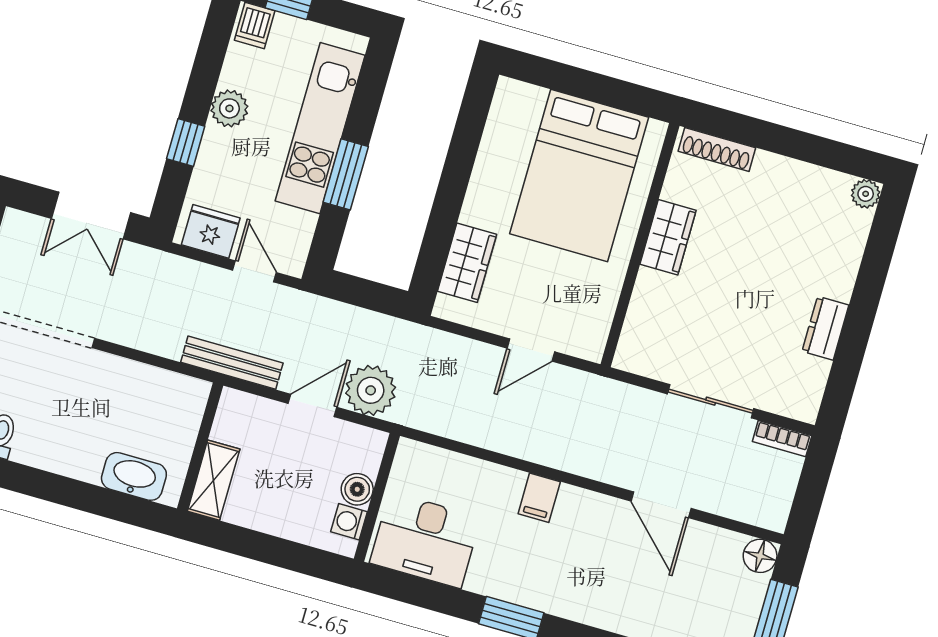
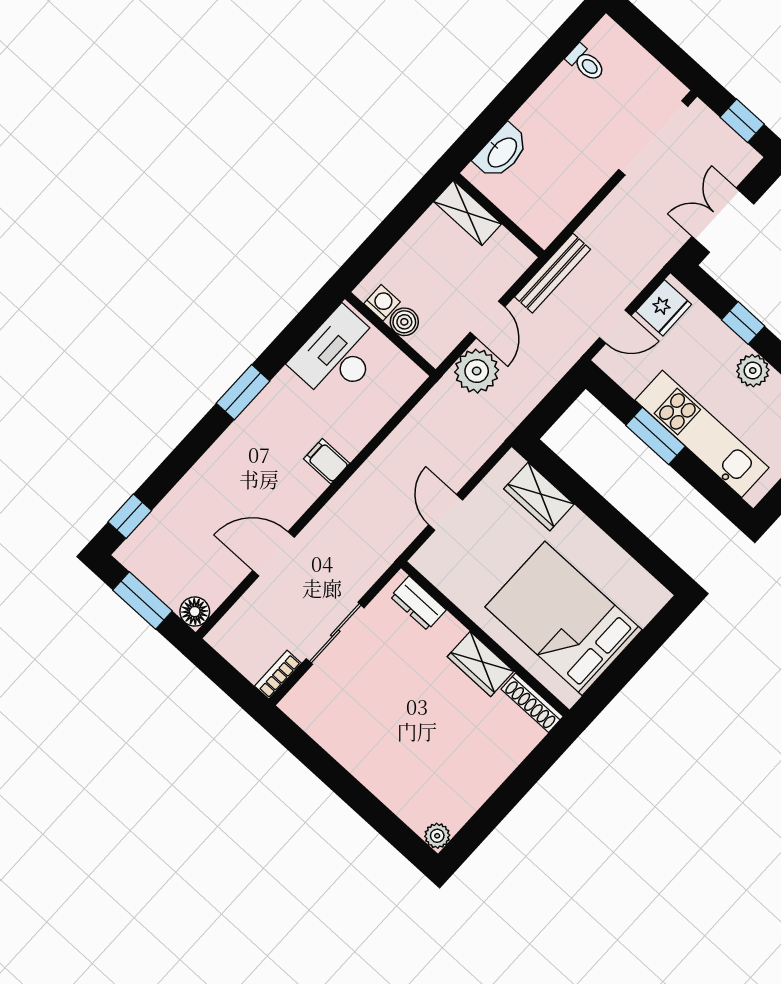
shoe rack: (717, 149) -> (532, 703), moved, turned -90
dresser: (825, 328) -> (418, 603), moved, turned 180

